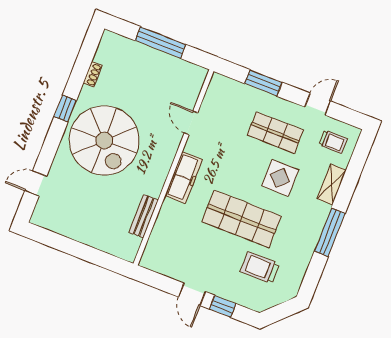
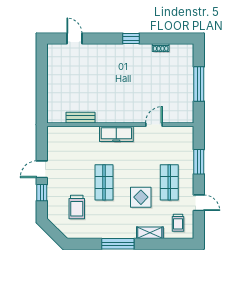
spiral stairs: (104, 140) -> (120, 72), removed
shop shelf: (241, 219) -> (104, 182), width x0.70, depth x0.74
trolley: (260, 268) -> (77, 207), turned 180

